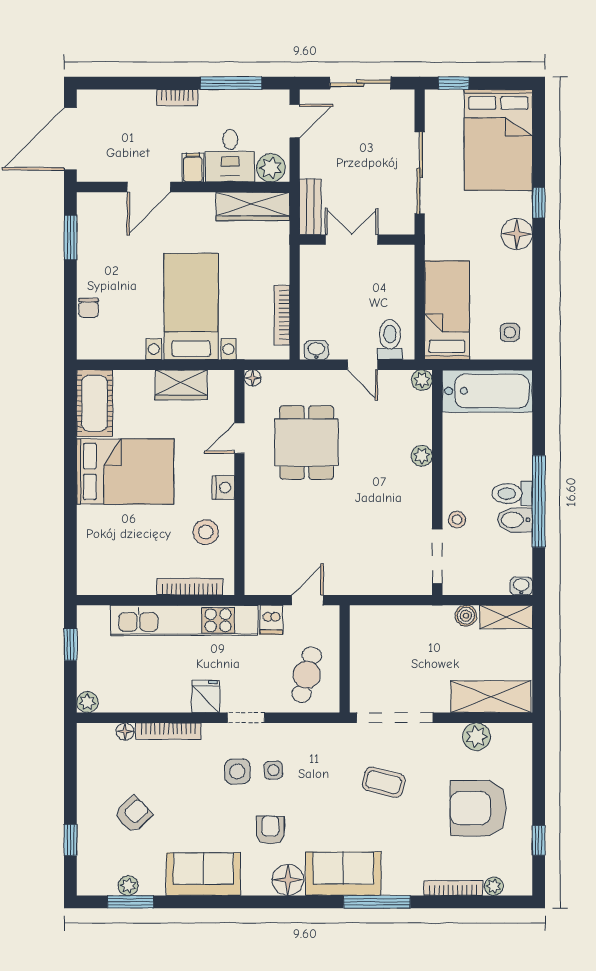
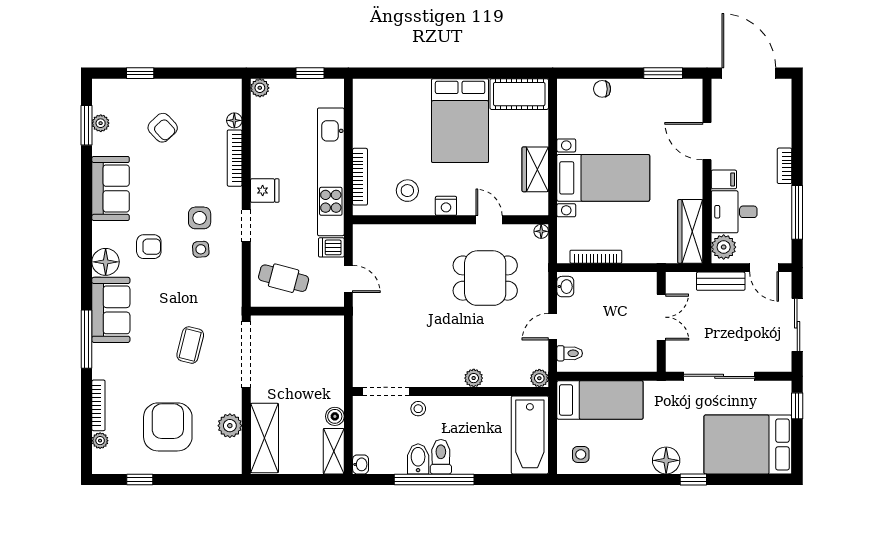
bench: (310, 207) -> (721, 281), moved
toilet: (390, 340) -> (570, 353), width x0.73, depth x0.72

